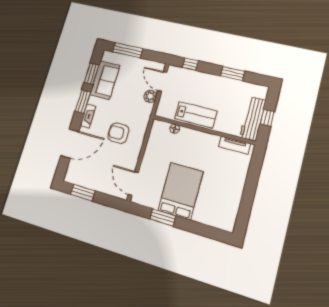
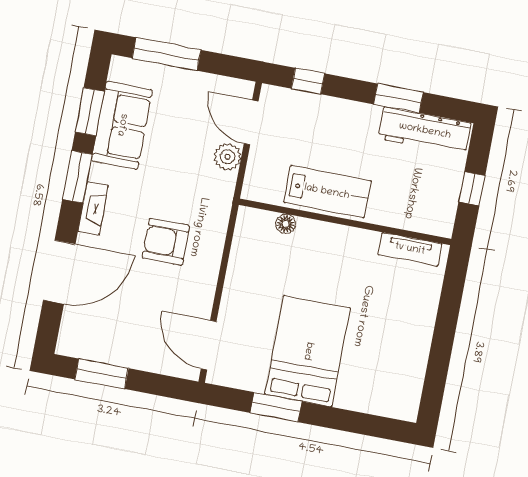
workbench: (253, 119) -> (425, 131), moved, turned -90

